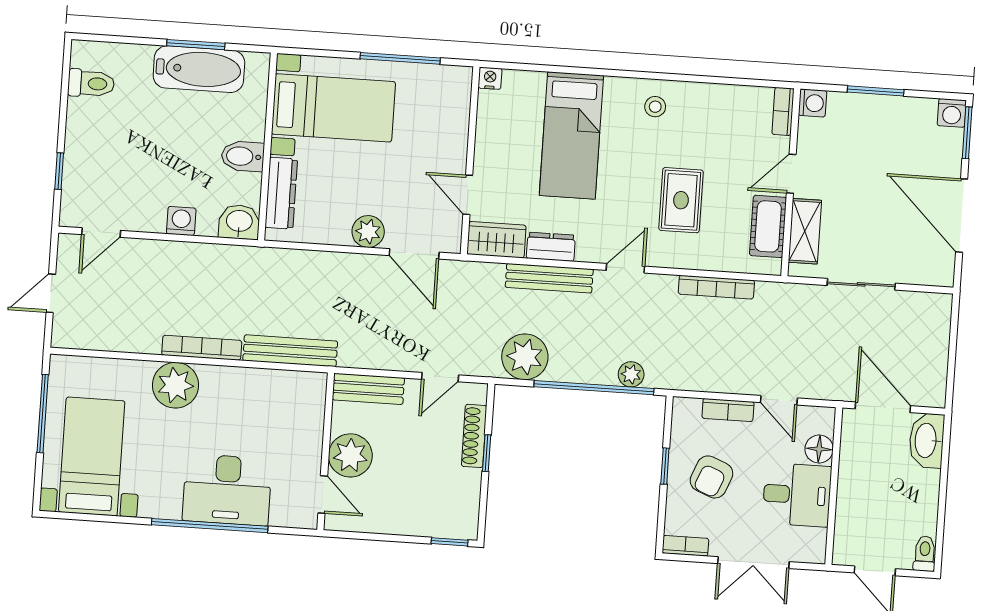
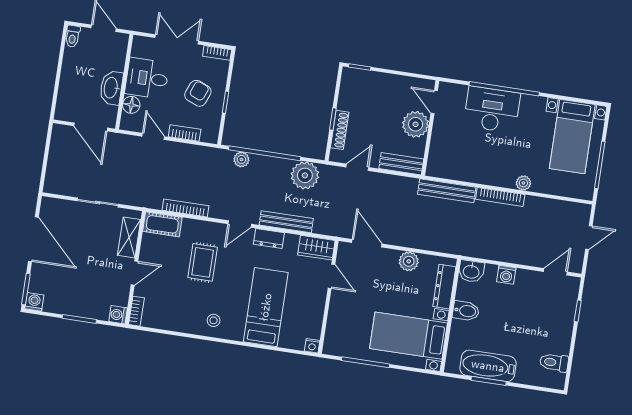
cot: (768, 226) -> (162, 224), moved, turned 90
plant: (368, 232) -> (409, 261), moved
dresser: (551, 247) -> (269, 238), moved
plant: (175, 385) -> (523, 183), width x0.53, depth x0.53
washbasin: (927, 441) -> (111, 88), moved, turned 180

